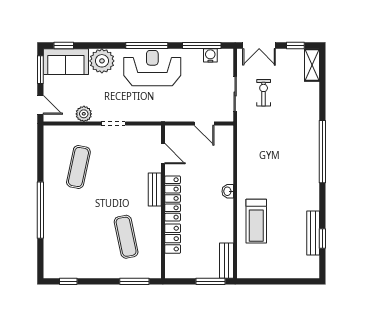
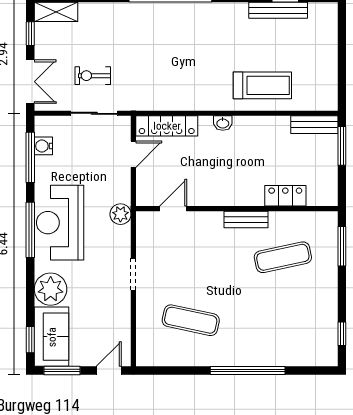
plant: (84, 114) -> (120, 214), moved
bench: (155, 189) -> (246, 219), moved
locker: (173, 198) -> (167, 126), moved, turned 180

